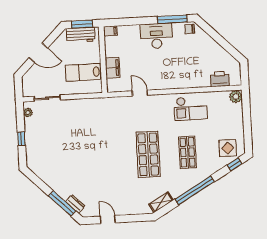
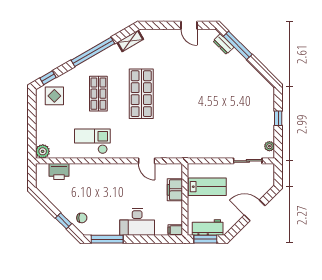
chair: (190, 29) -> (82, 218), moved
window: (213, 34) -> (63, 221), added
desk: (156, 36) -> (137, 222), moved

